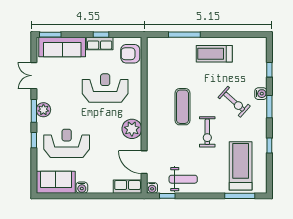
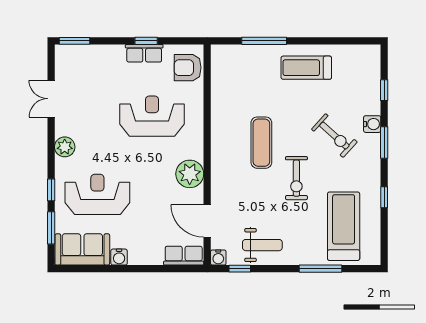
sofa: (62, 47) -> (91, 58), removed
window: (34, 111) -> (51, 228), moved
window: (240, 196) -> (321, 269), moved

